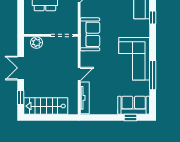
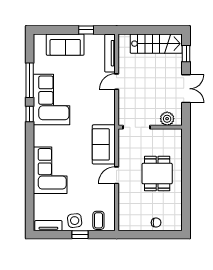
window: (153, 18) -> (30, 114), moved
sofa: (90, 34) -> (104, 144), moved
sofa: (134, 105) -> (65, 45), moved
window: (131, 117) -> (86, 30), moved

